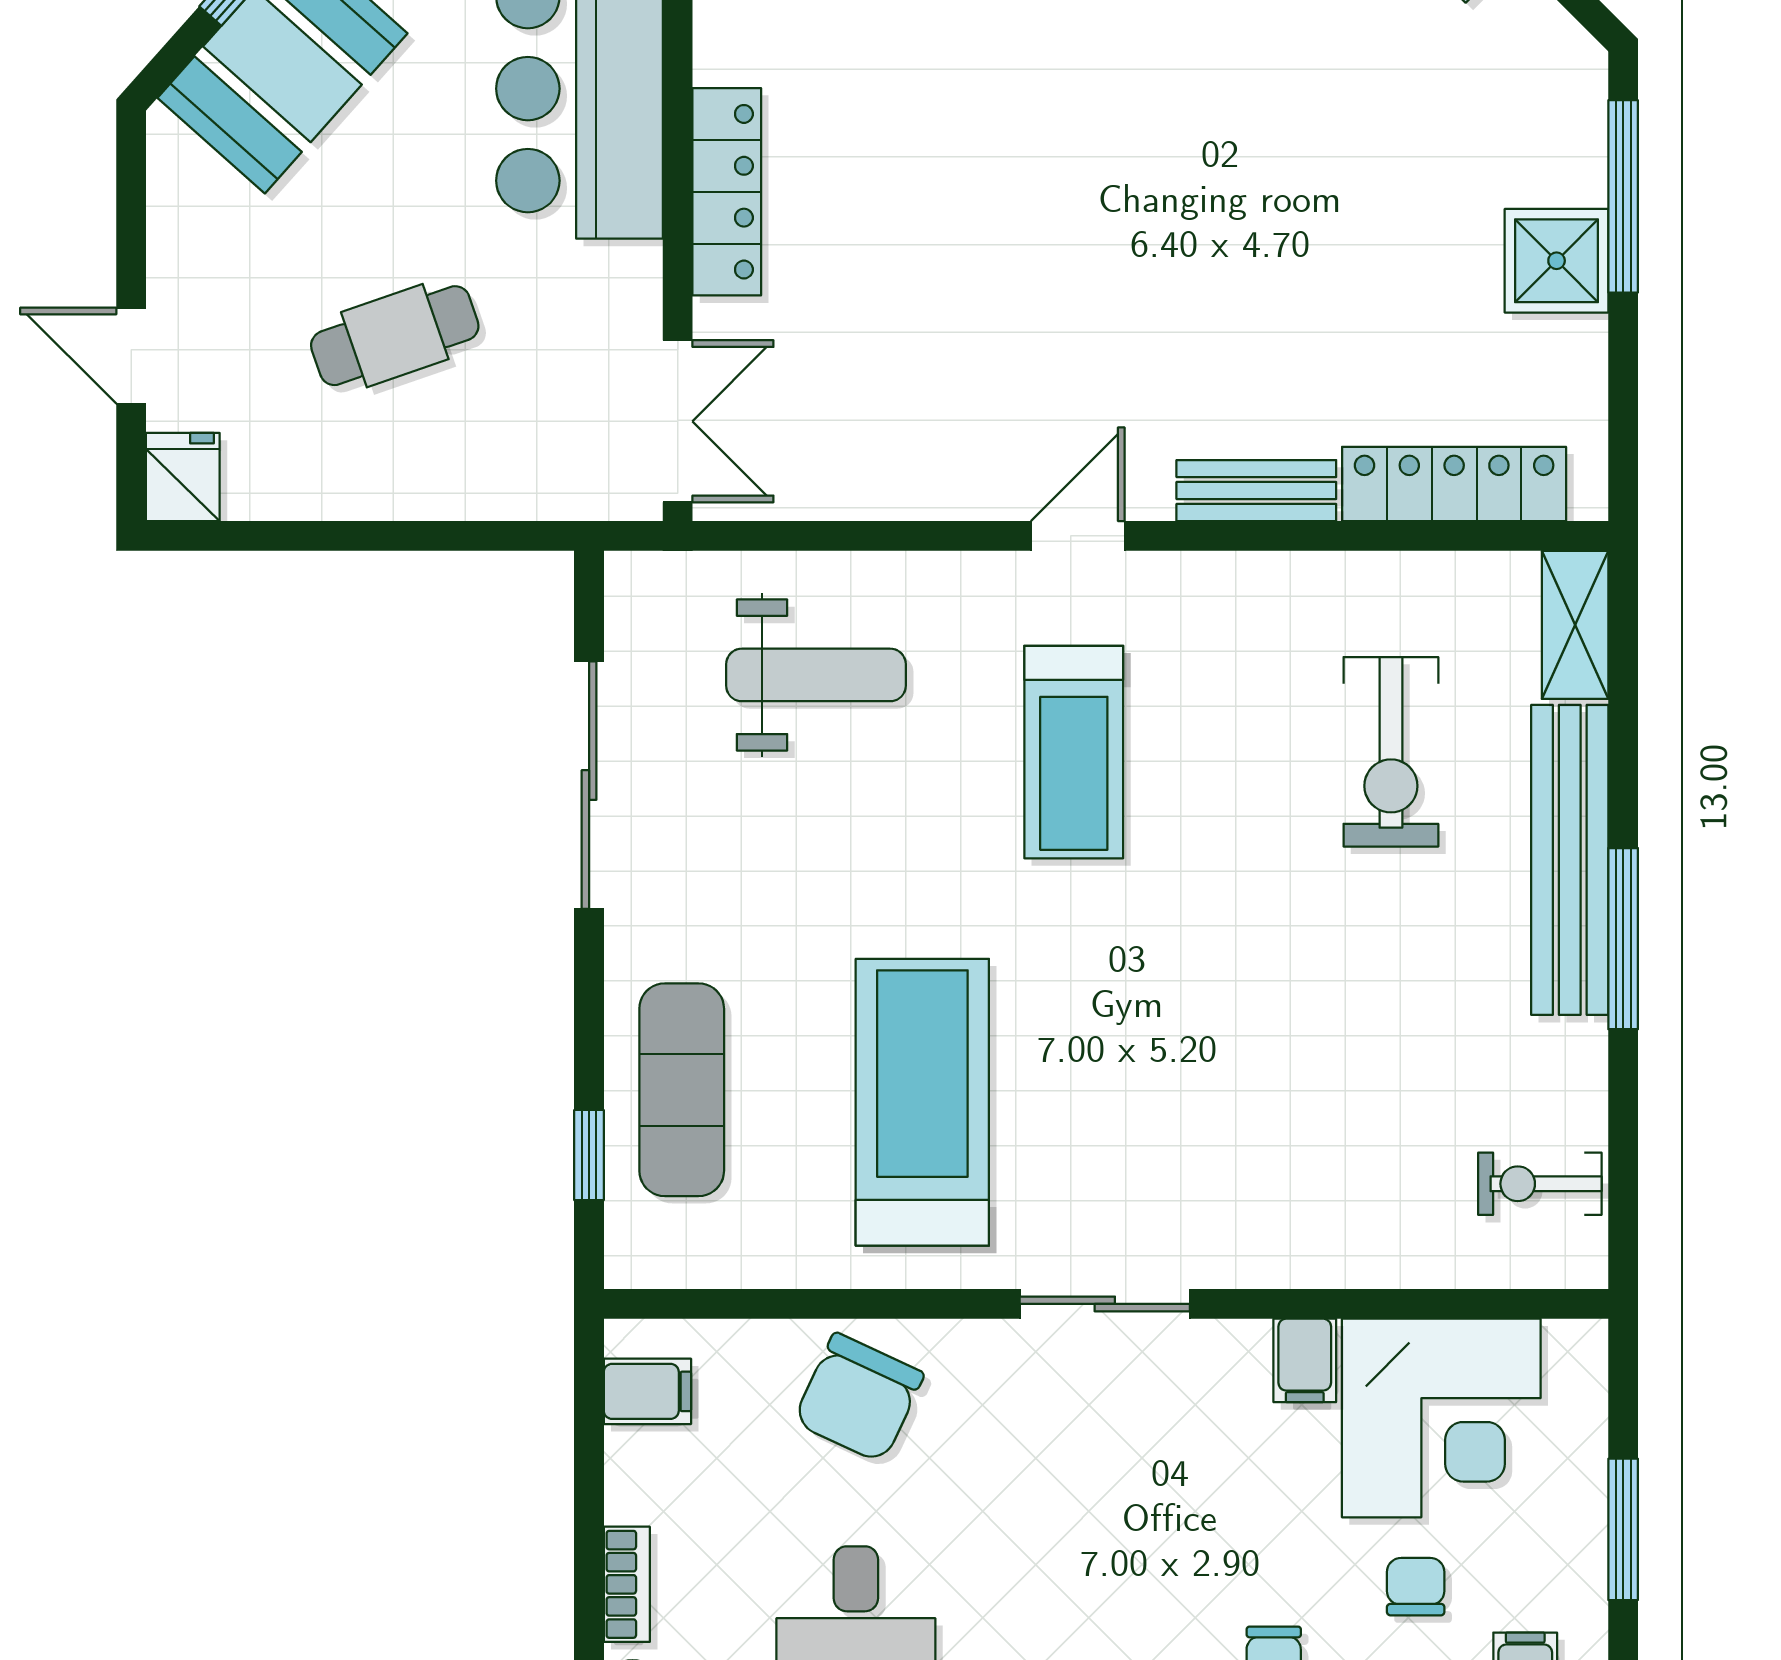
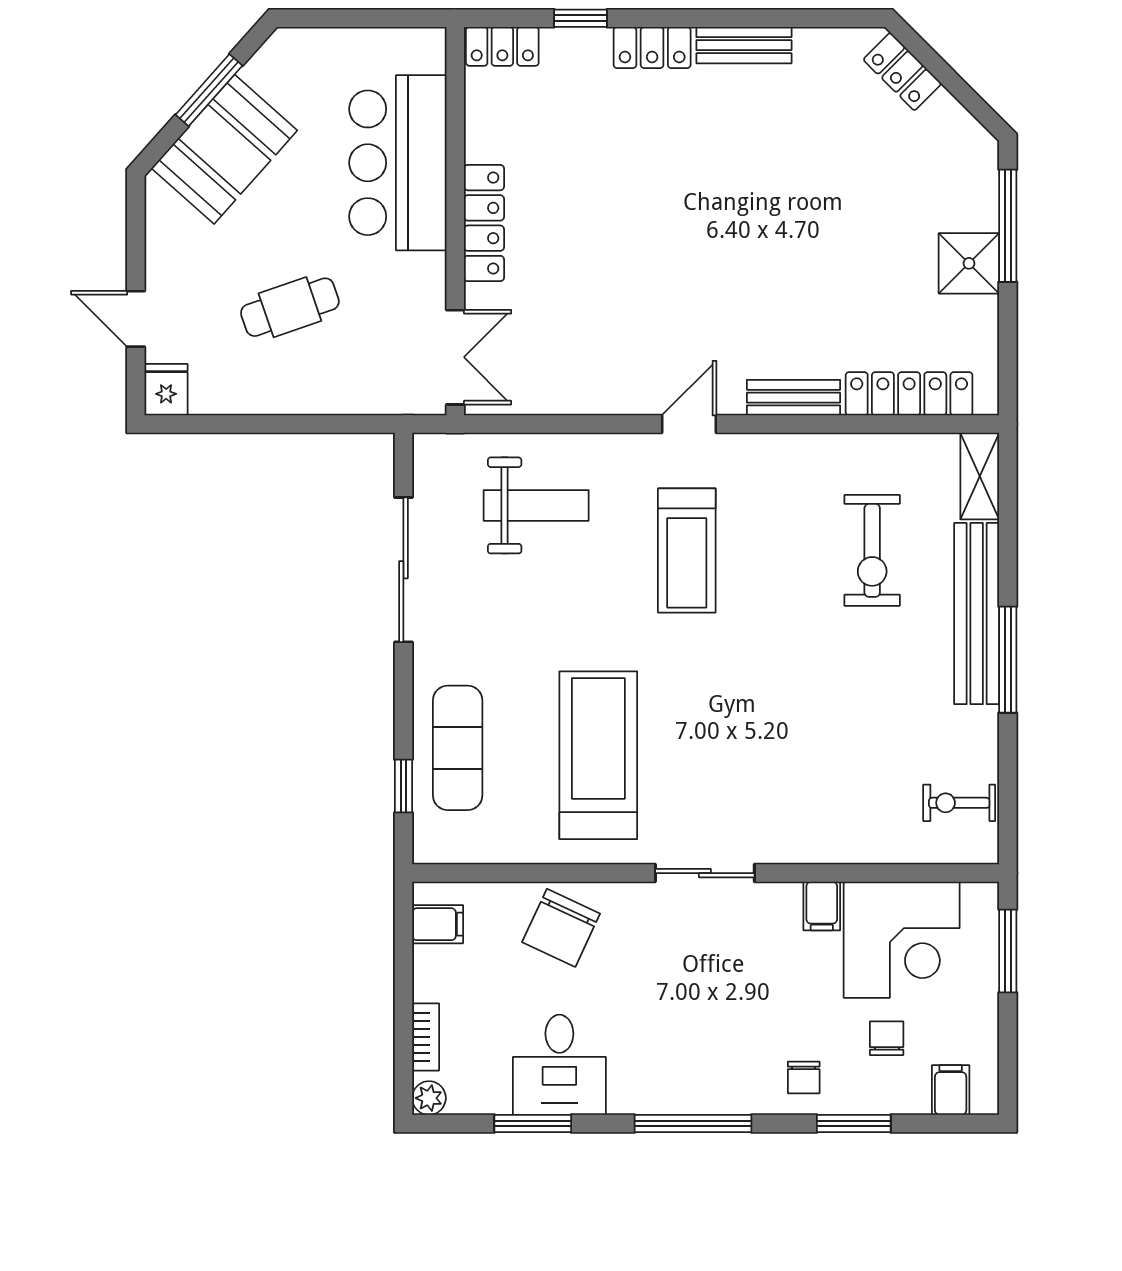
window: (1623, 1529) -> (1008, 951), moved

